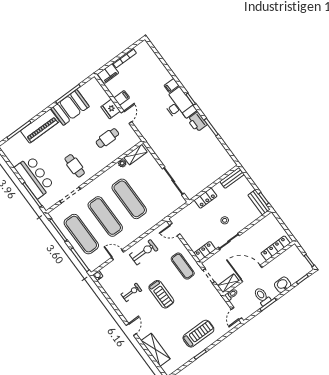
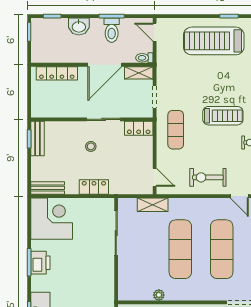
printer: (197, 122) -> (40, 263), moved
shelving: (135, 155) -> (153, 205), moved
corner desk: (217, 162) -> (52, 219), added
door: (251, 274) -> (105, 65), hinge flipped
treadmill: (161, 294) -> (223, 116), turned 90
door: (236, 314) -> (155, 32), swing flipped
treadmill: (198, 334) -> (214, 41), width x1.37, depth x1.38

